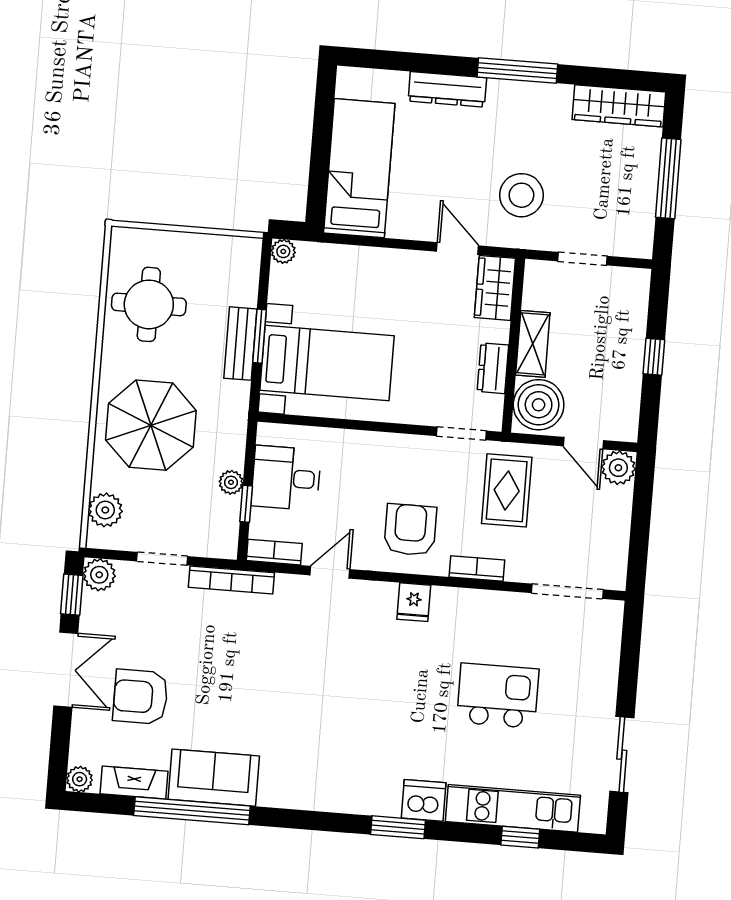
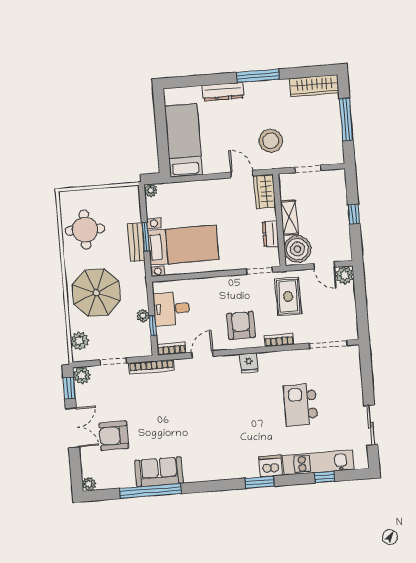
kitchen island: (498, 696) -> (301, 405), turned -90
fireplace: (134, 783) -> (118, 481), removed

